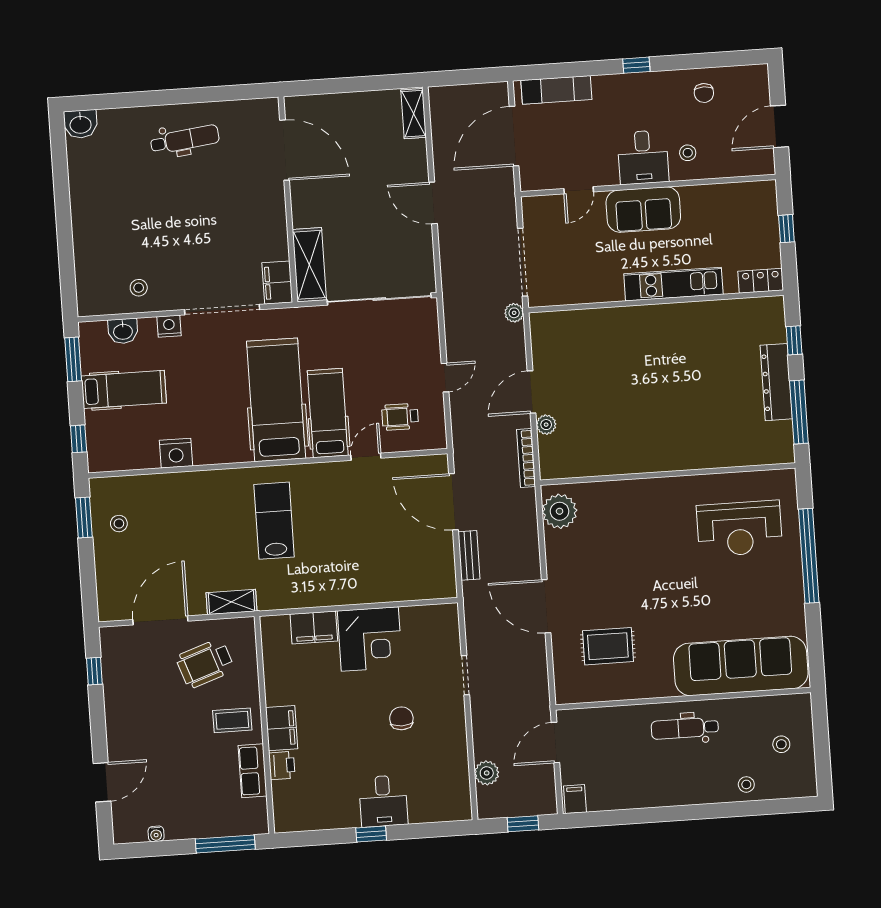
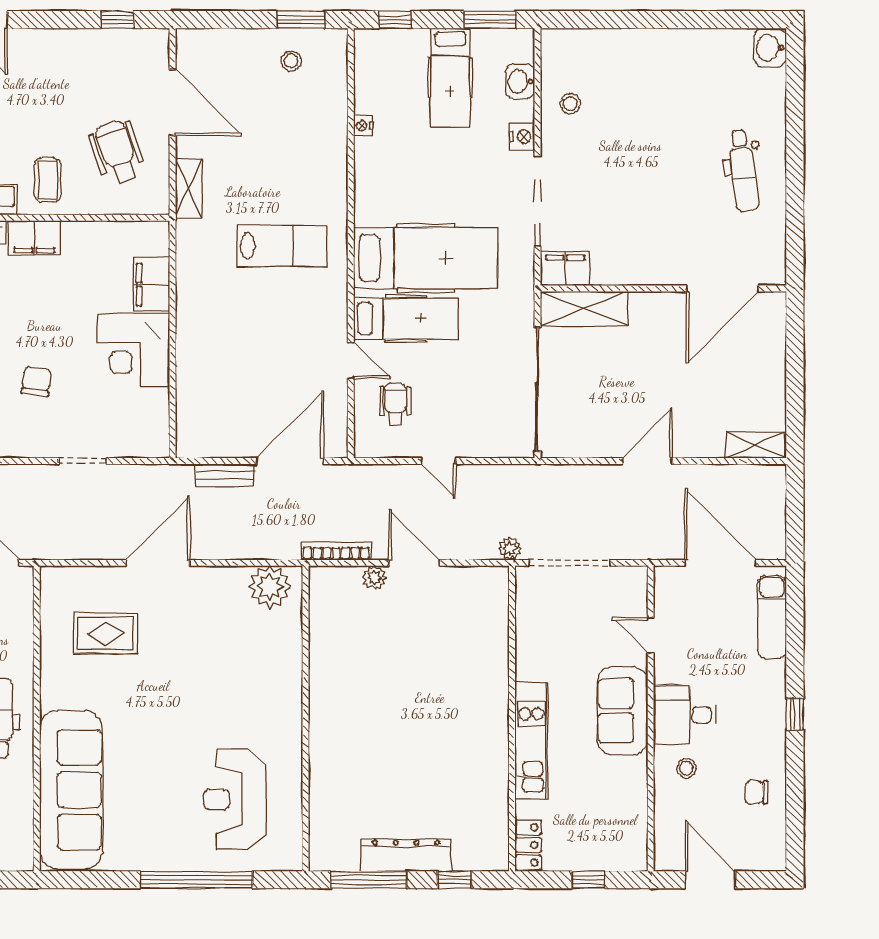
nightstand: (176, 453) -> (363, 126), width x0.53, depth x0.56
rug: (608, 646) -> (105, 633), turned 90
chair: (401, 718) -> (36, 382), turned -83

